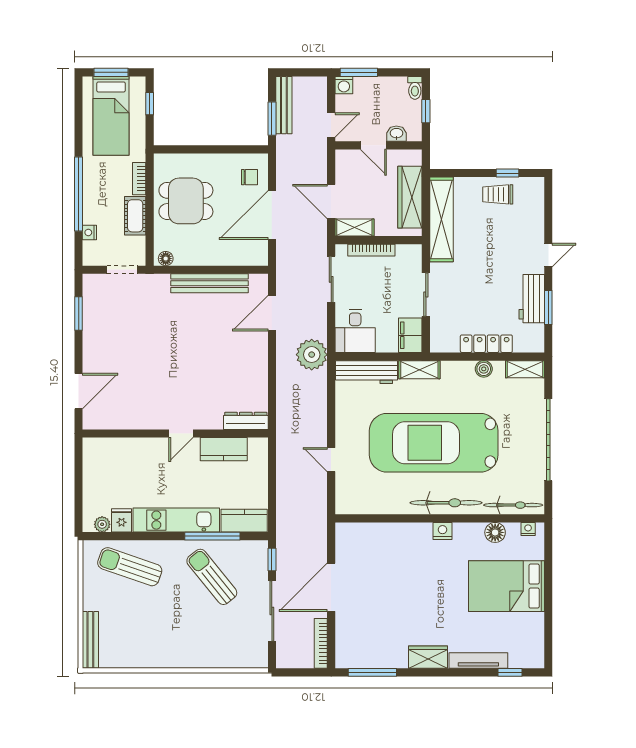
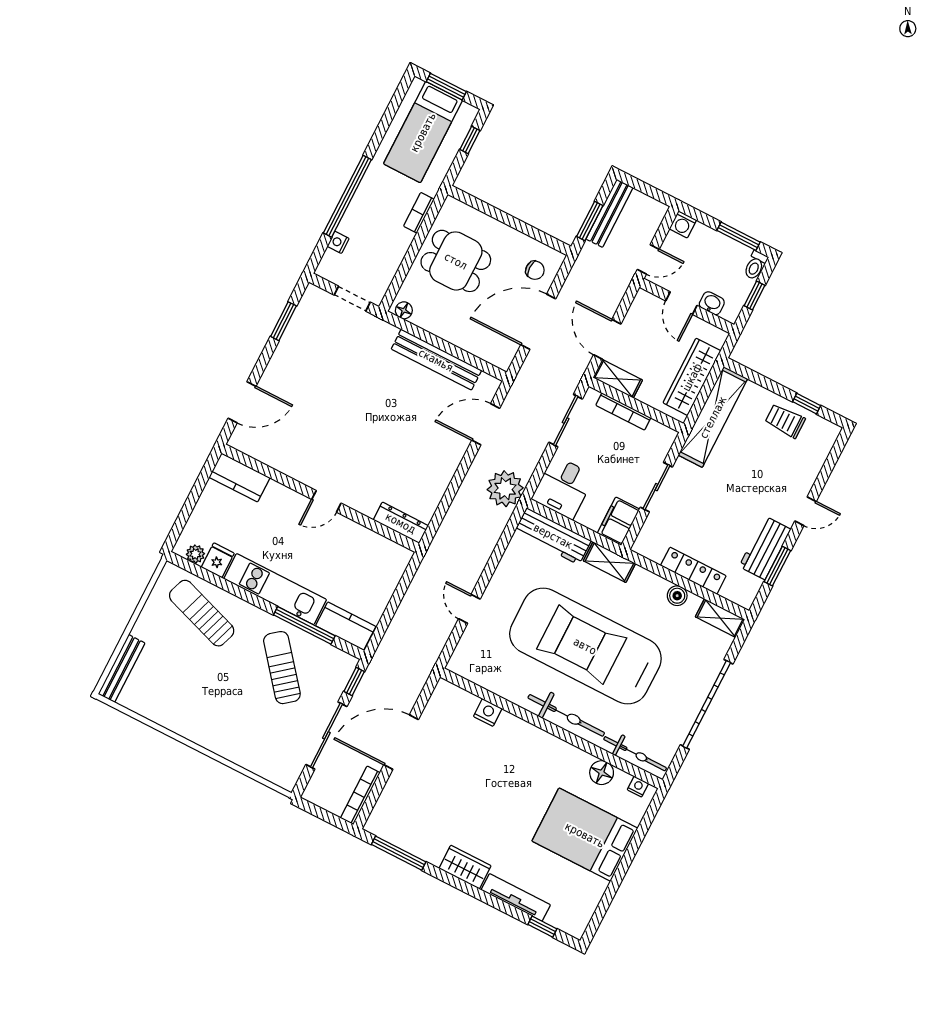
window: (359, 72) -> (739, 236), moved
cot: (135, 216) -> (395, 249), removed
kitchen counter: (224, 449) -> (239, 477), moved
nightstand: (442, 531) -> (488, 712), moved

